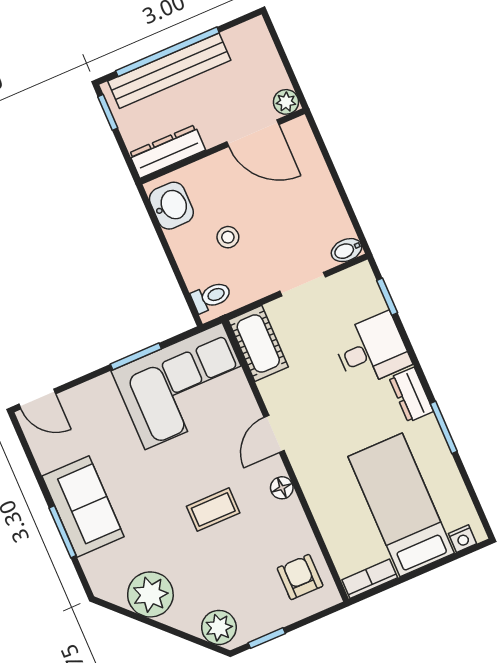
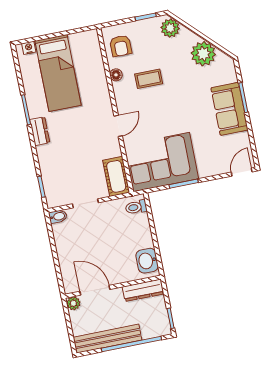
bench: (169, 71) -> (108, 339), moved
stool: (228, 237) -> (120, 237), removed
desk: (372, 350) -> (56, 160), removed
door: (37, 399) -> (242, 172), hinge flipped
floor lamp: (282, 488) -> (116, 75), moved
coffee table: (213, 510) -> (149, 79), moved
bookcase: (370, 579) -> (83, 37), removed

